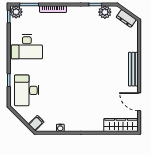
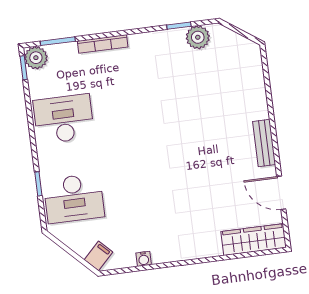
dresser: (126, 18) -> (238, 44), removed
desk: (27, 47) -> (64, 119), turned 180
bench: (133, 69) -> (264, 143), width x0.73
desk: (27, 90) -> (74, 198), turned -90

